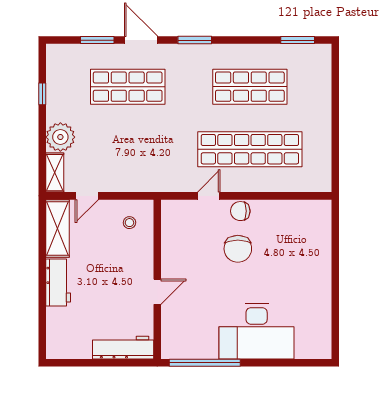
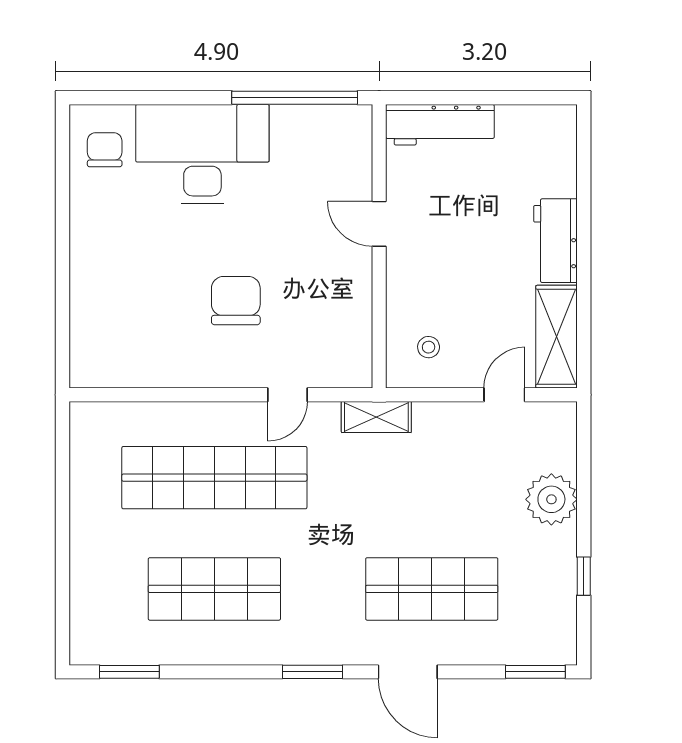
window: (97, 40) -> (535, 672), moved
shelving: (55, 173) -> (376, 417), moved, turned 90
chair: (240, 211) -> (105, 150), moved, turned -90
door: (157, 292) -> (379, 224), hinge flipped

